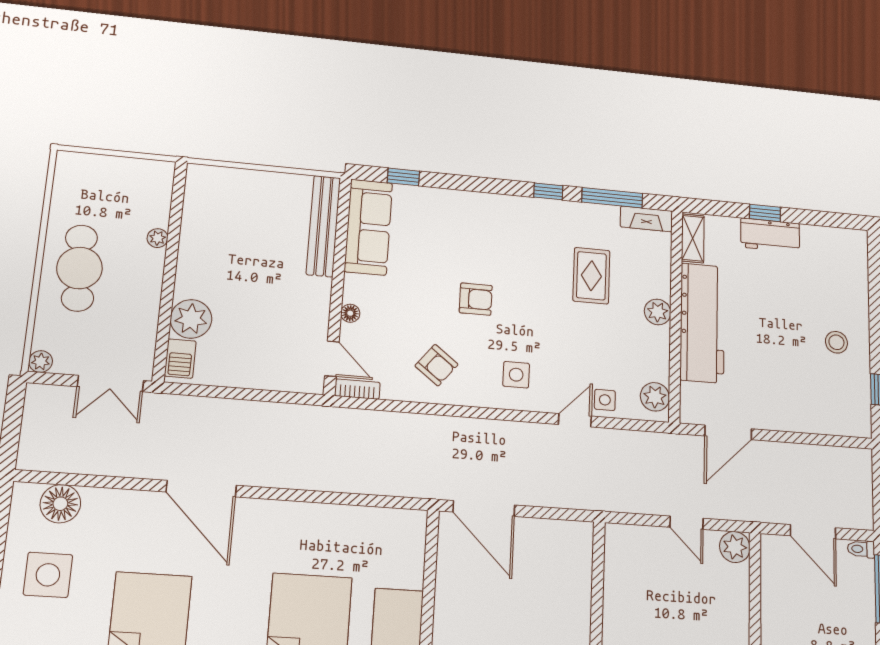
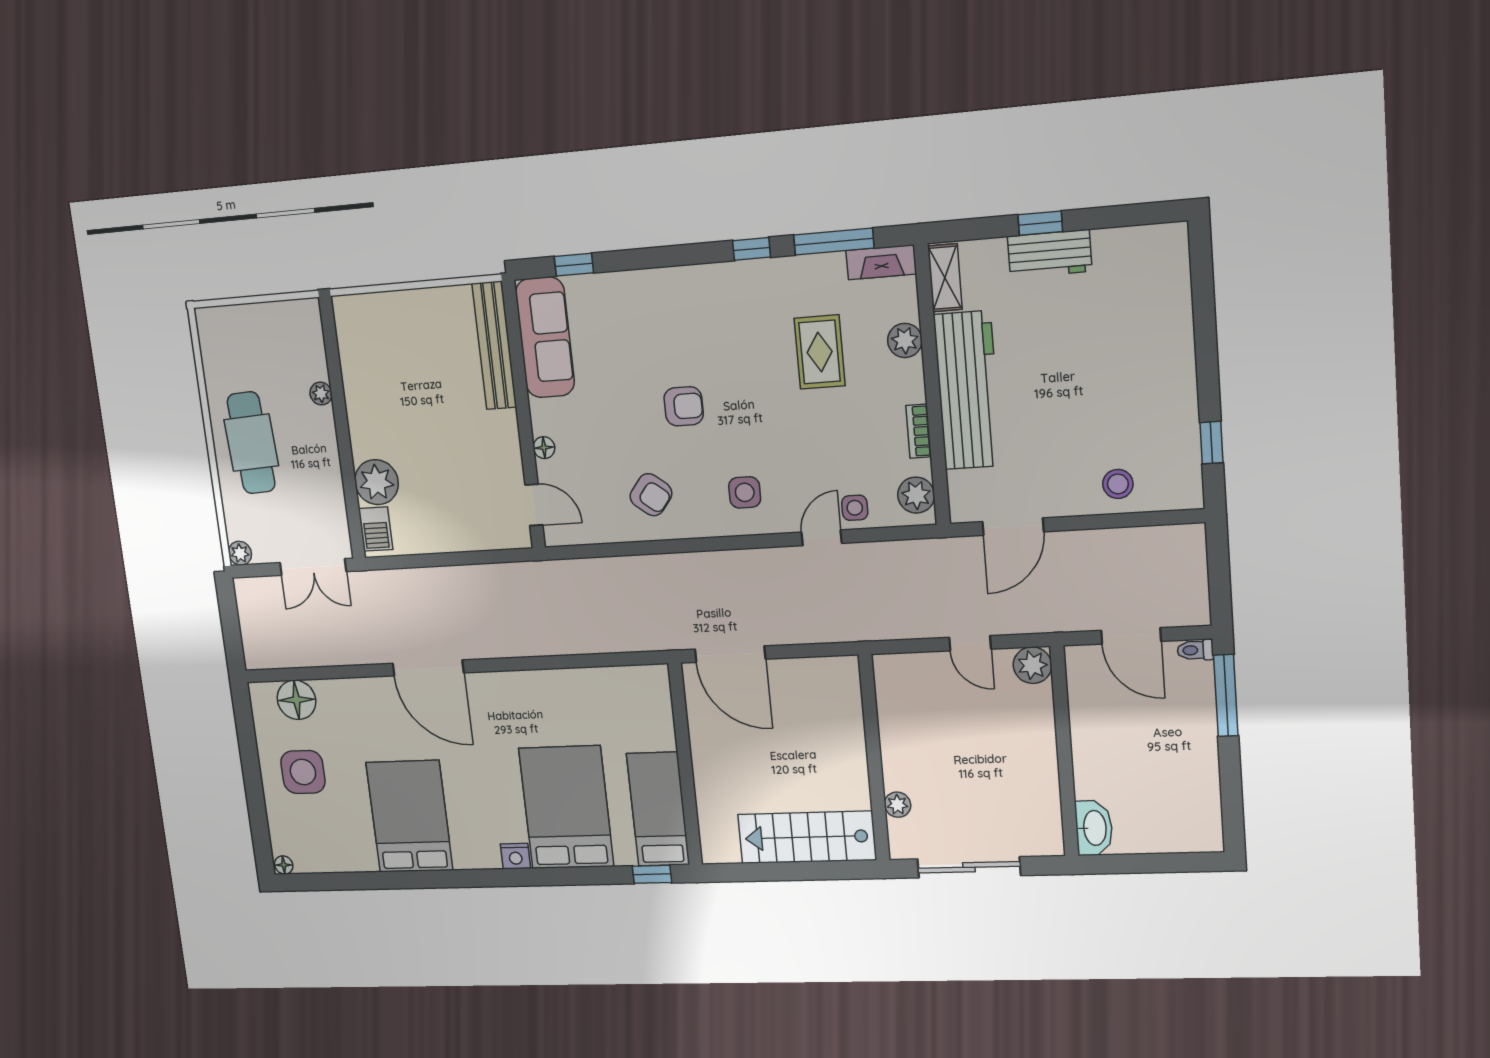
plant: (658, 312) -> (905, 340), moved
stool: (836, 342) -> (1118, 484), moved
bookcase: (357, 389) -> (919, 431), moved, turned -90

